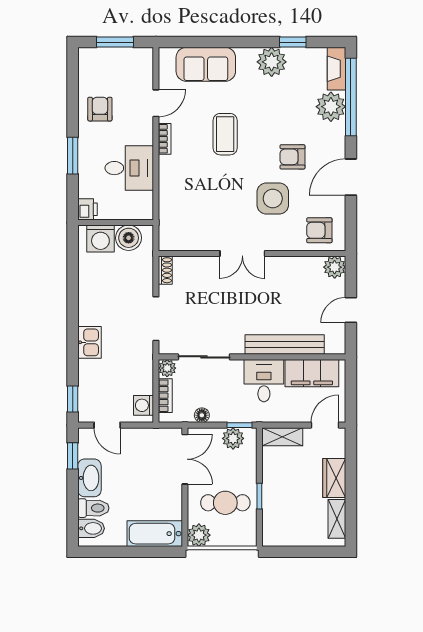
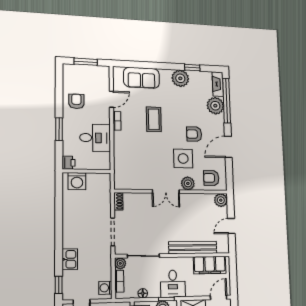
boiler: (129, 238) -> (95, 181), removed
plant: (279, 240) -> (188, 183), added
kitchen sink: (89, 342) -> (70, 259), moved
desk: (264, 381) -> (173, 284), moved, turned 180

